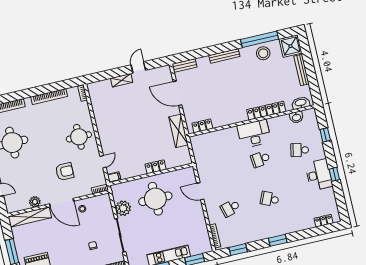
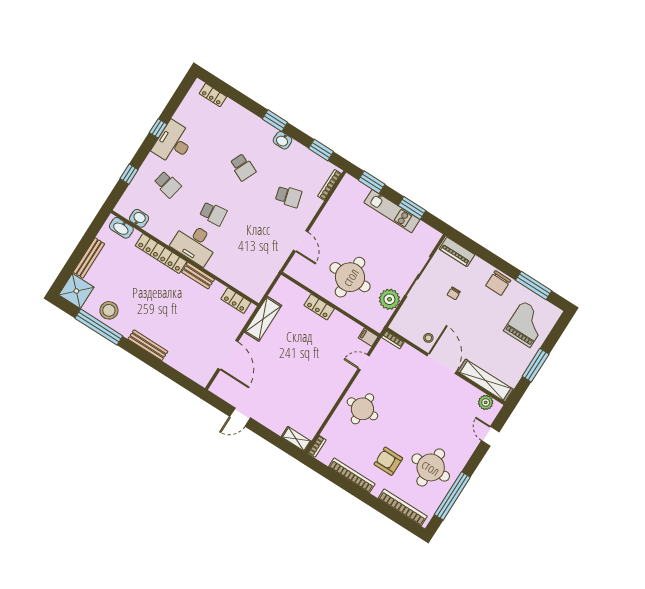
bench: (184, 66) -> (198, 276), moved
shelving: (122, 80) -> (296, 439), moved
armchair: (65, 172) -> (388, 461), moved
plant: (35, 202) -> (486, 402), moved
washbasin: (263, 234) -> (283, 140), added

